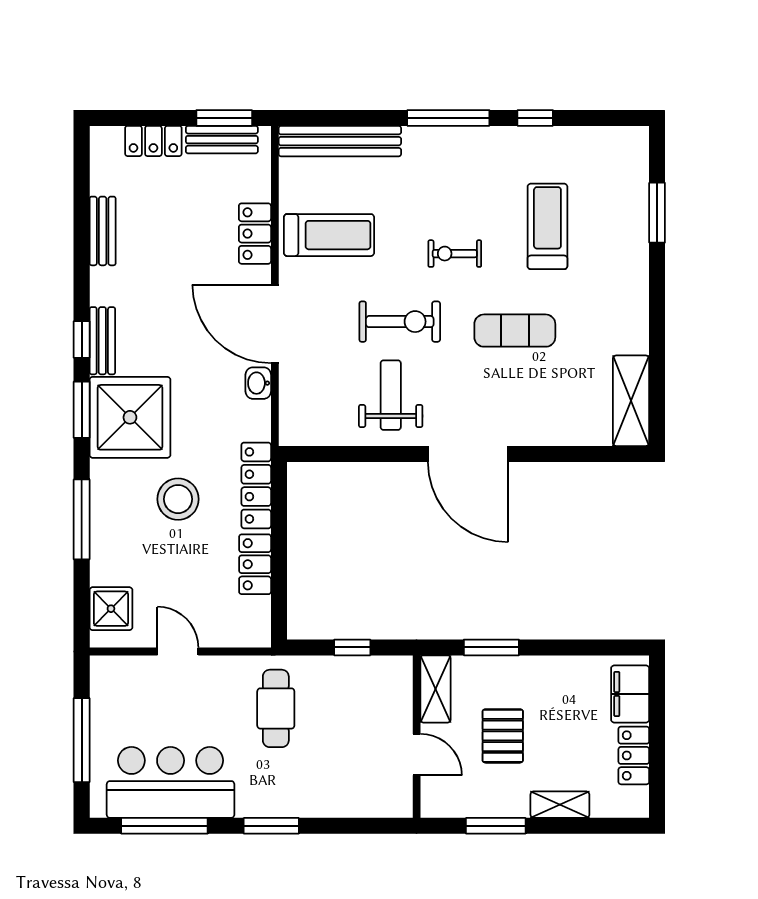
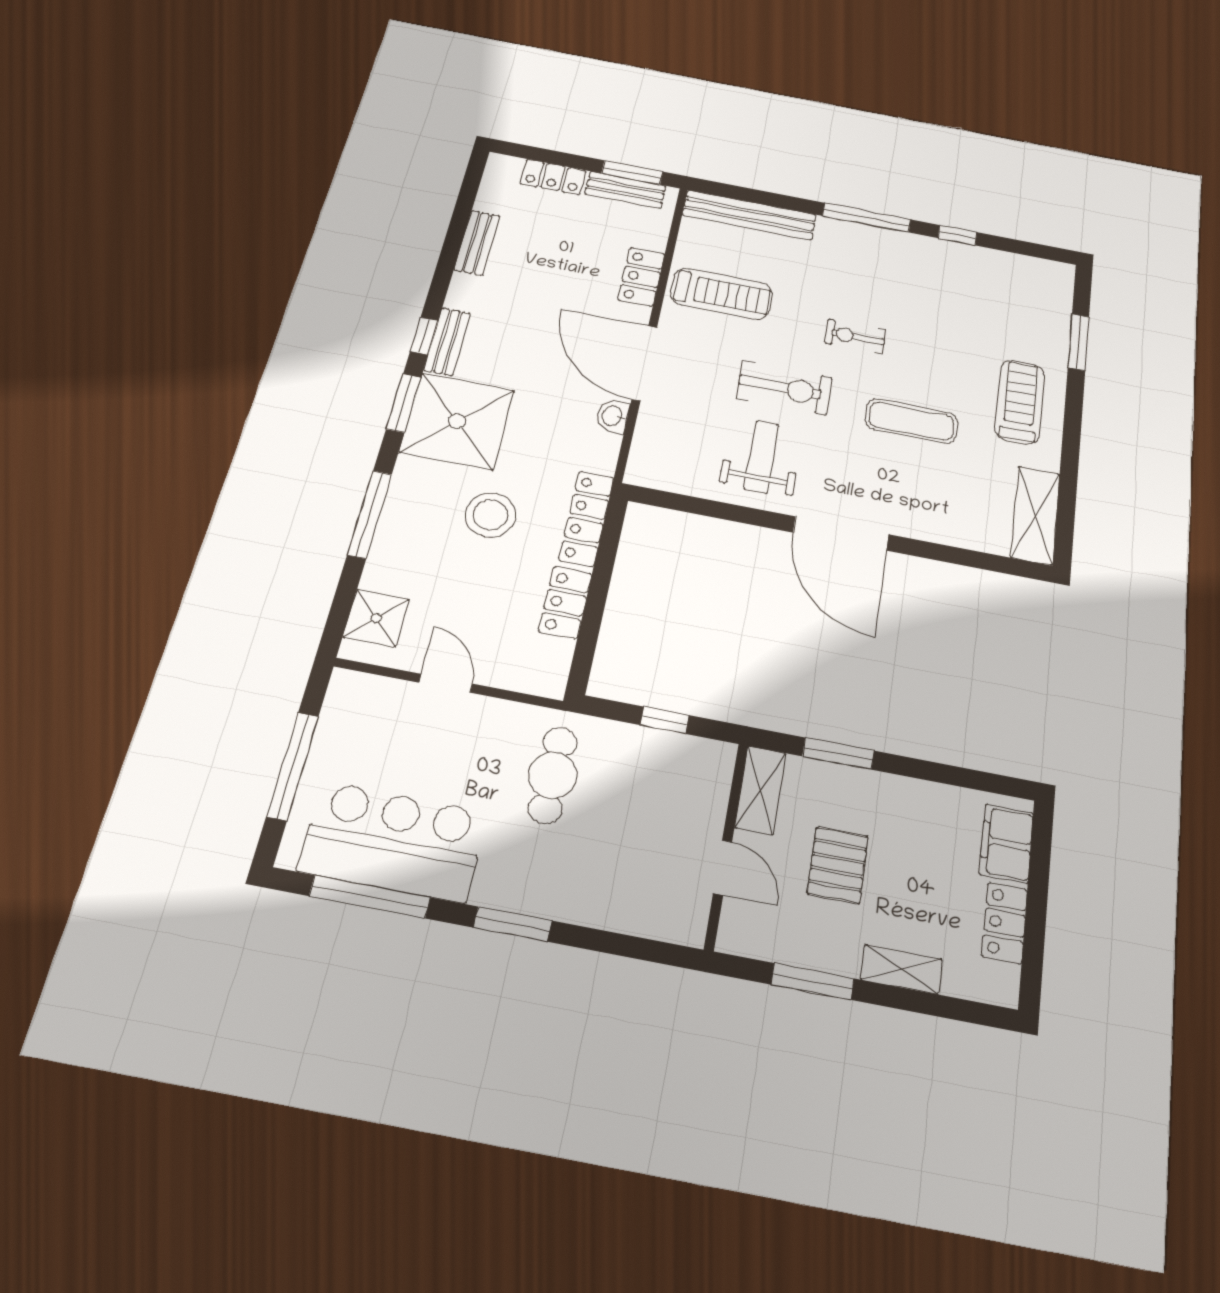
treadmill: (547, 226) -> (1020, 402), moved

